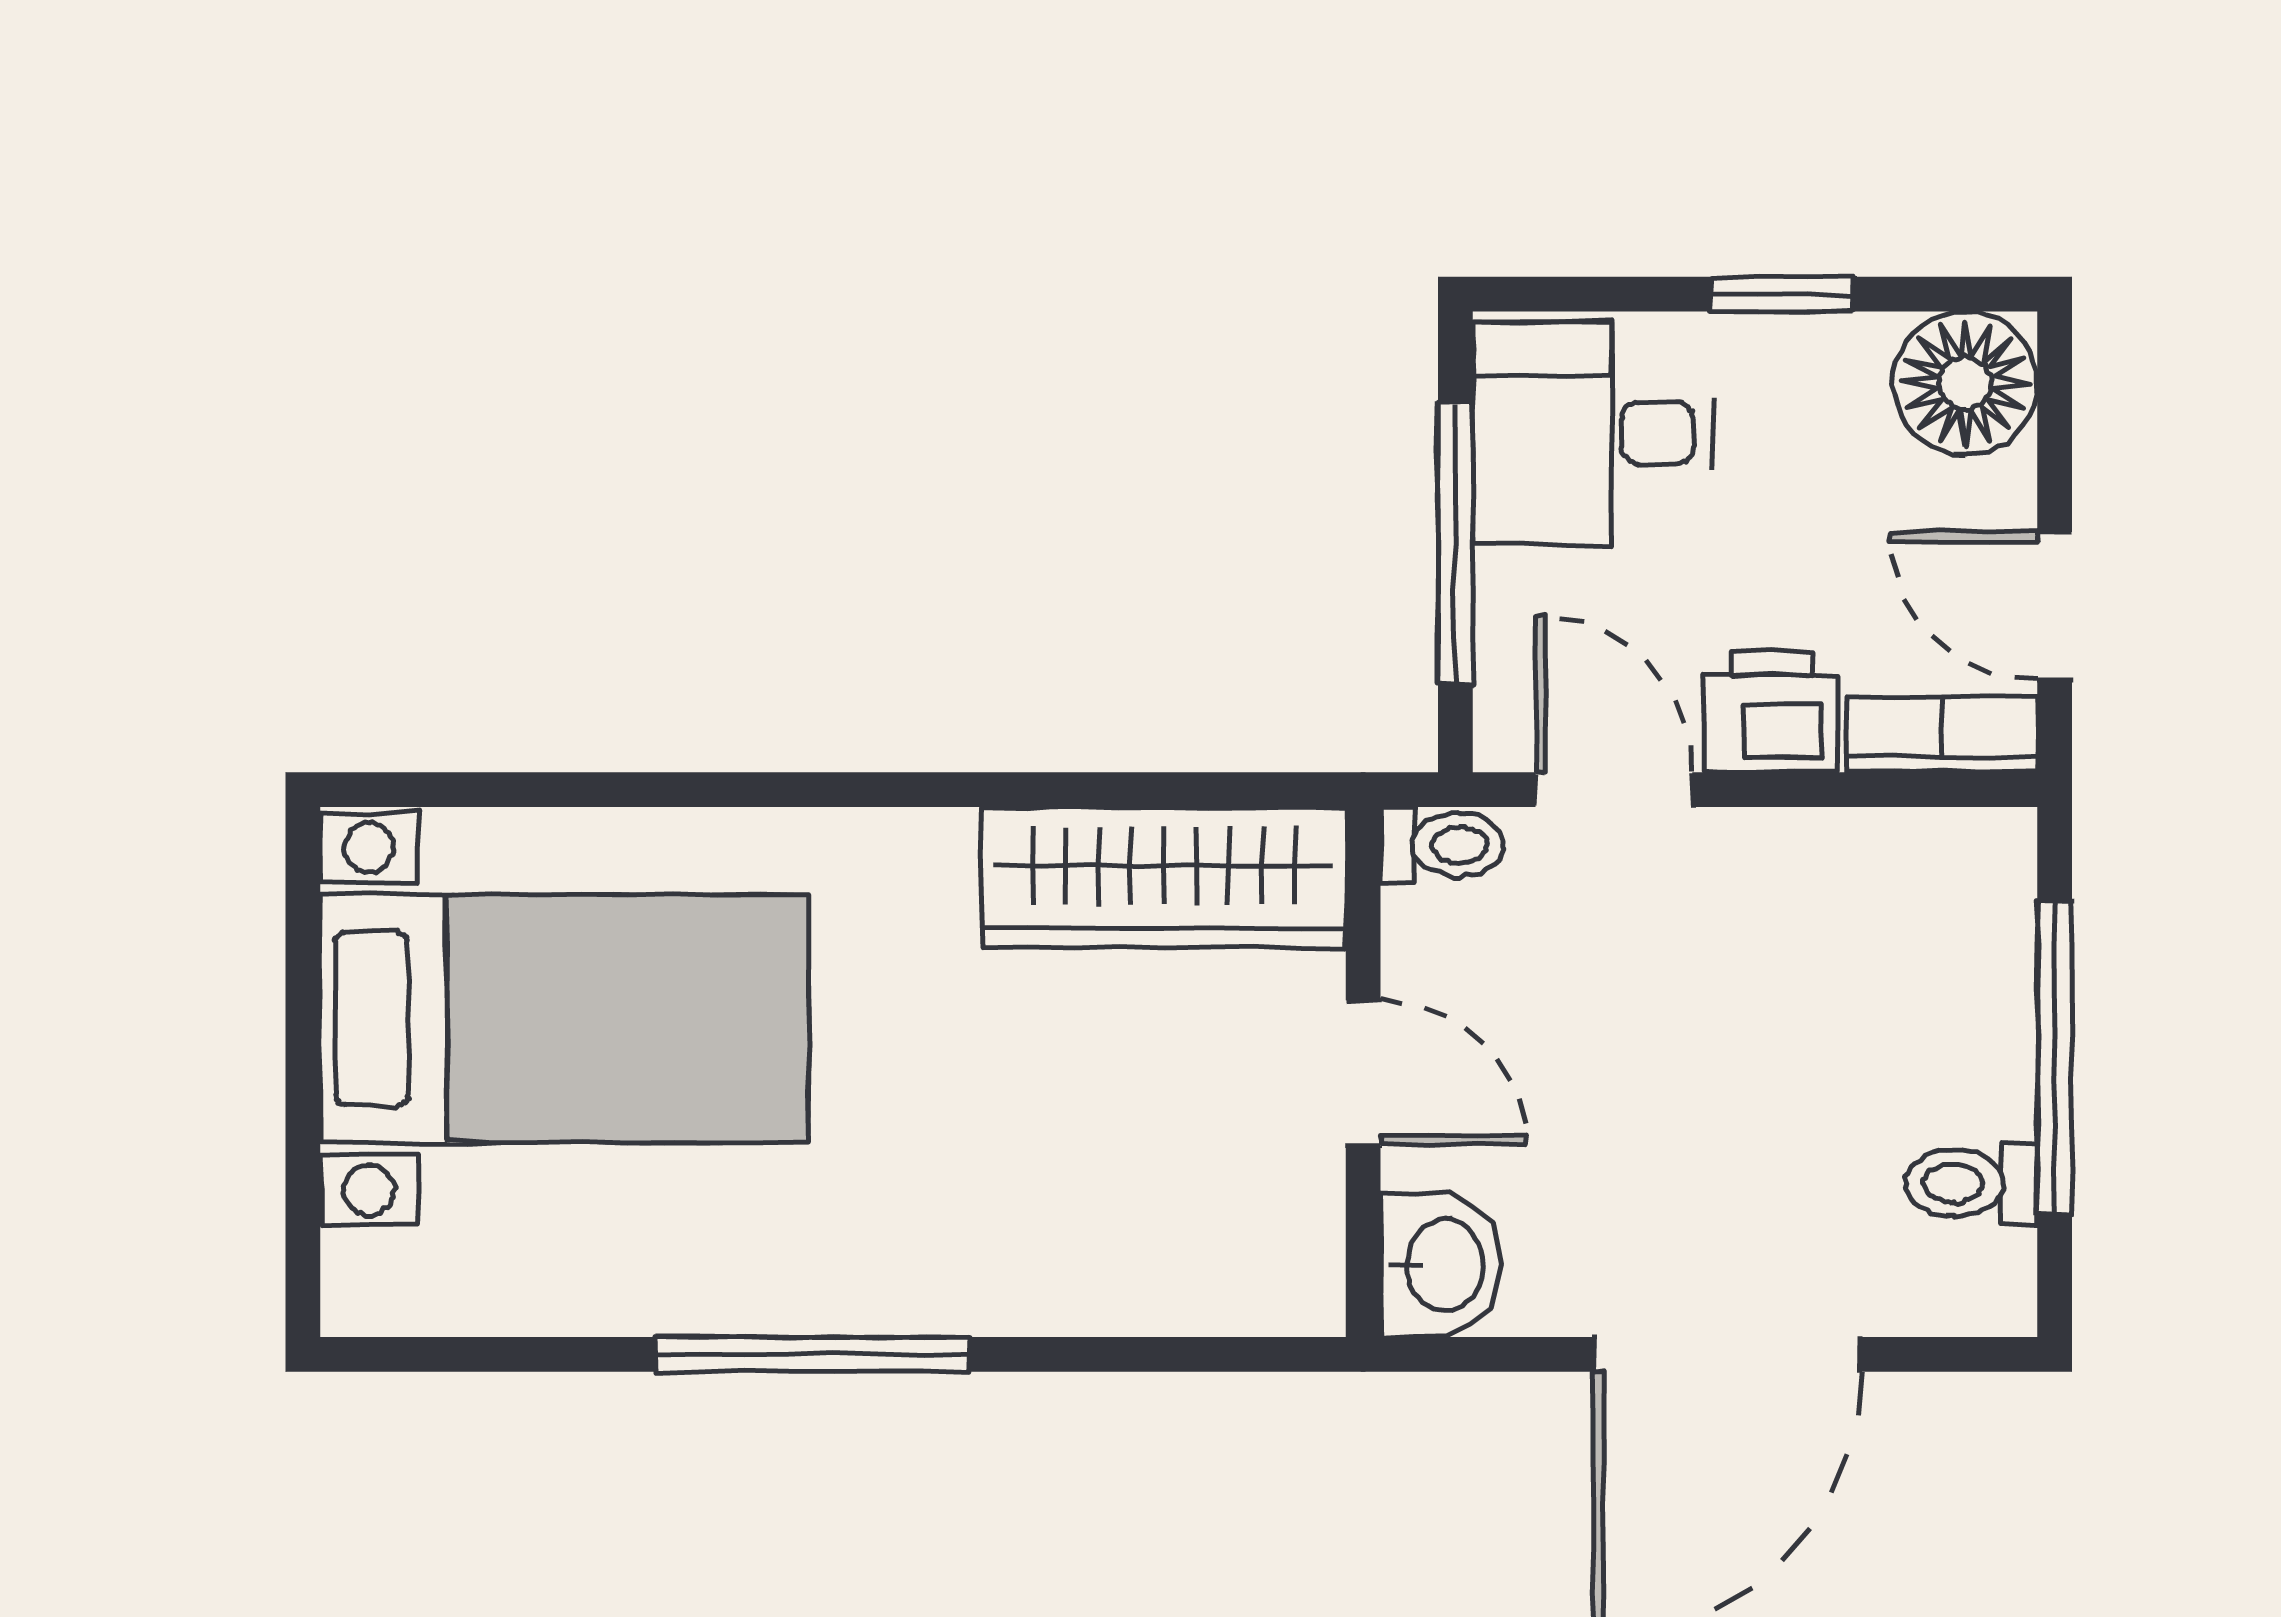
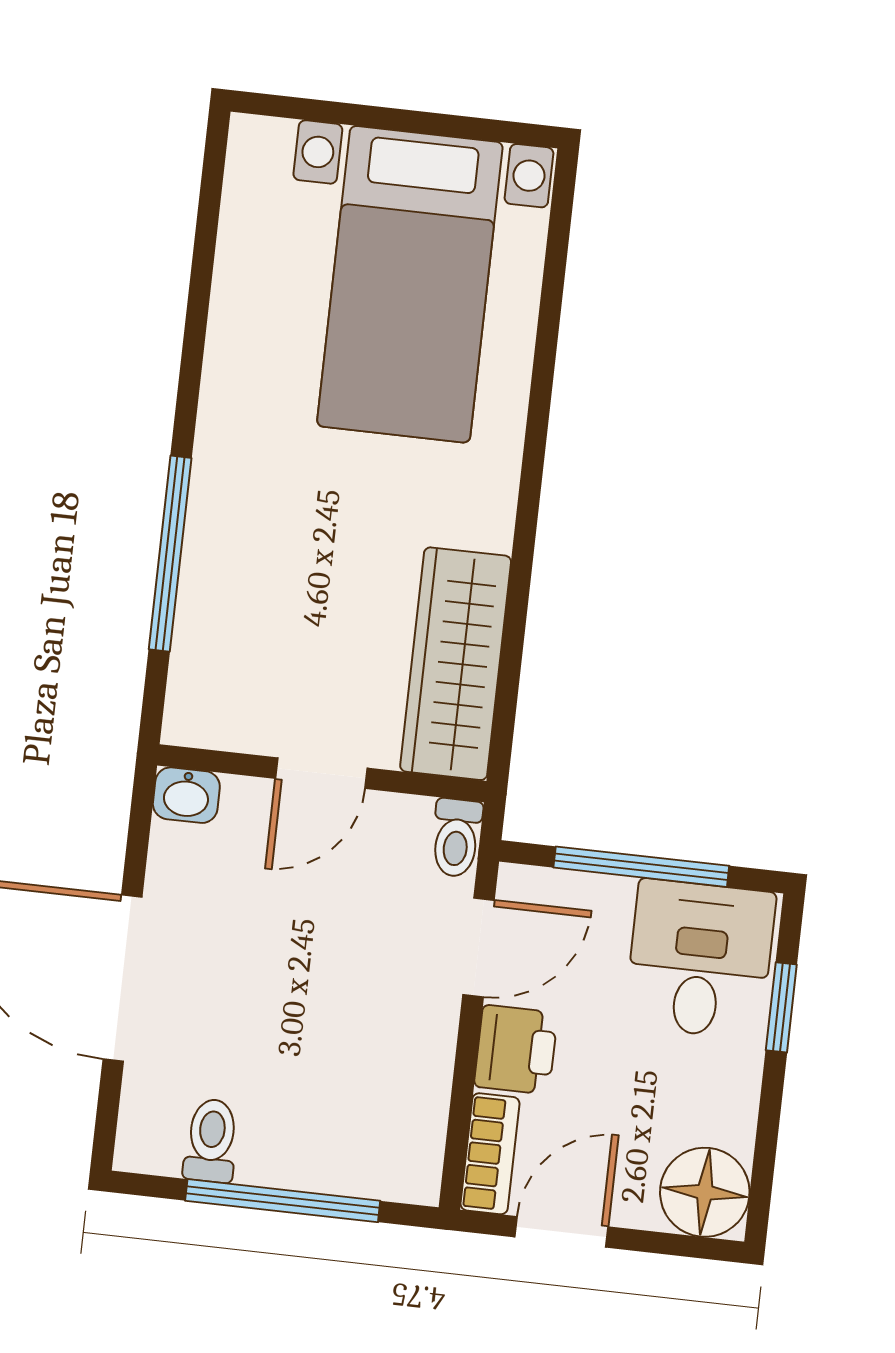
window: (1783, 294) -> (781, 1007), moved
washbasin: (1441, 1265) -> (186, 795), width x0.72, depth x0.69
window: (812, 1354) -> (170, 554), moved

